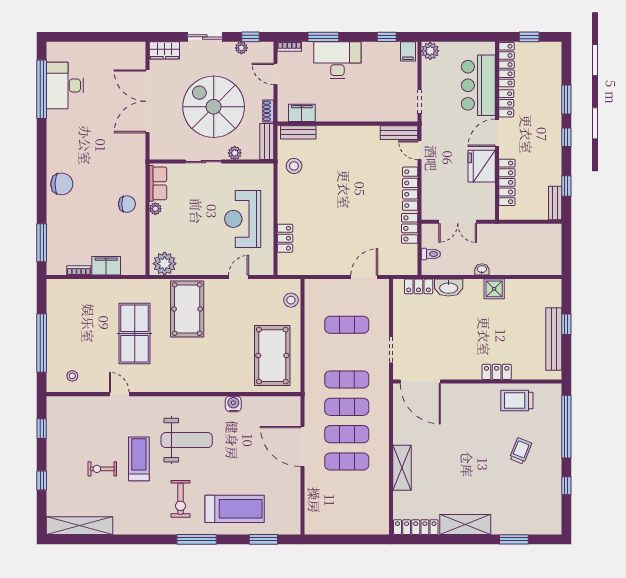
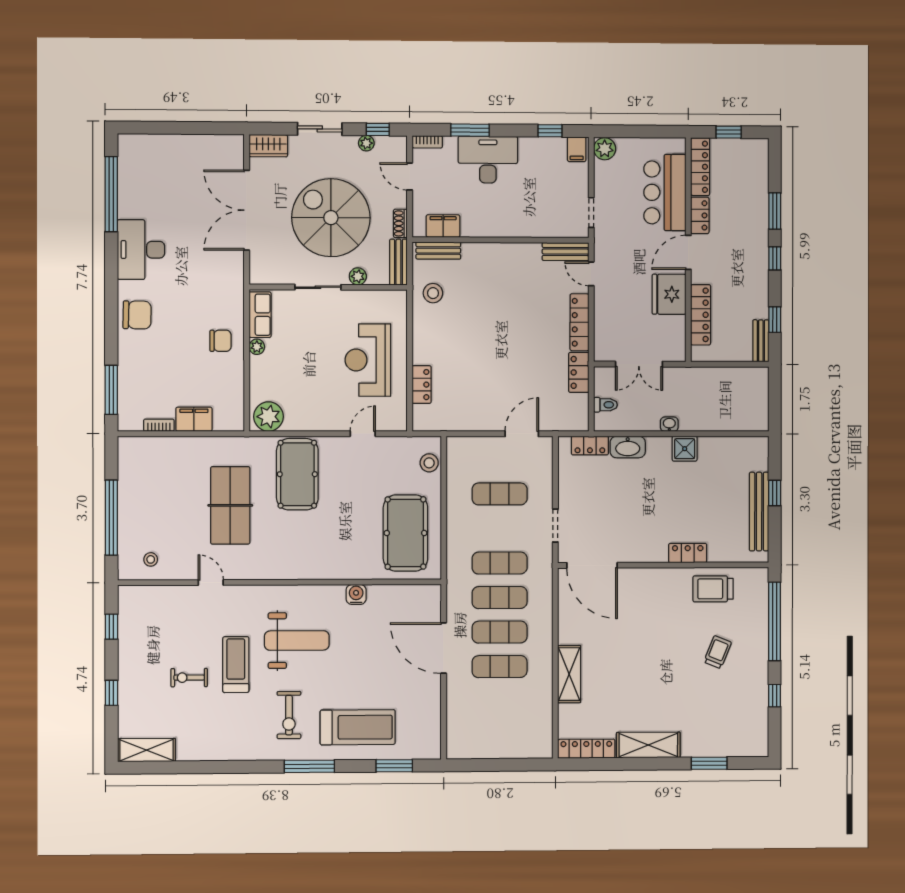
desk: (65, 85) -> (141, 250), moved
shelving: (80, 526) -> (147, 750), width x0.68

